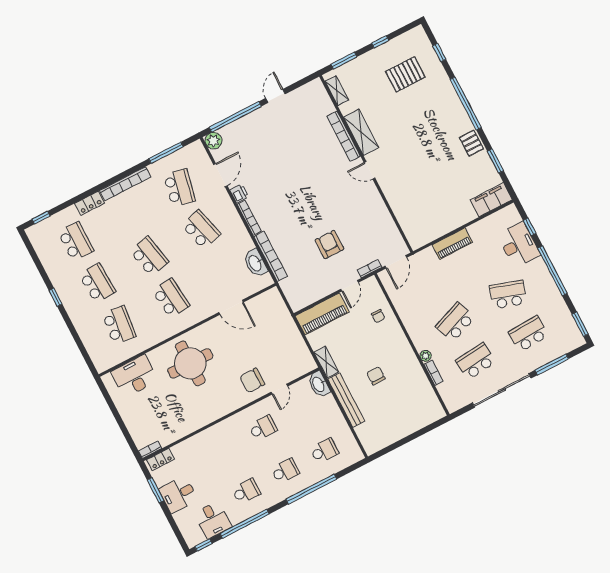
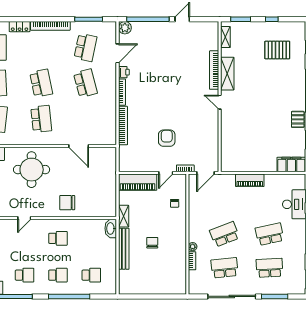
washbasin: (255, 263) -> (110, 125), removed
school desk: (508, 295) -> (270, 234), turned -30
door: (279, 389) -> (24, 218), moved

